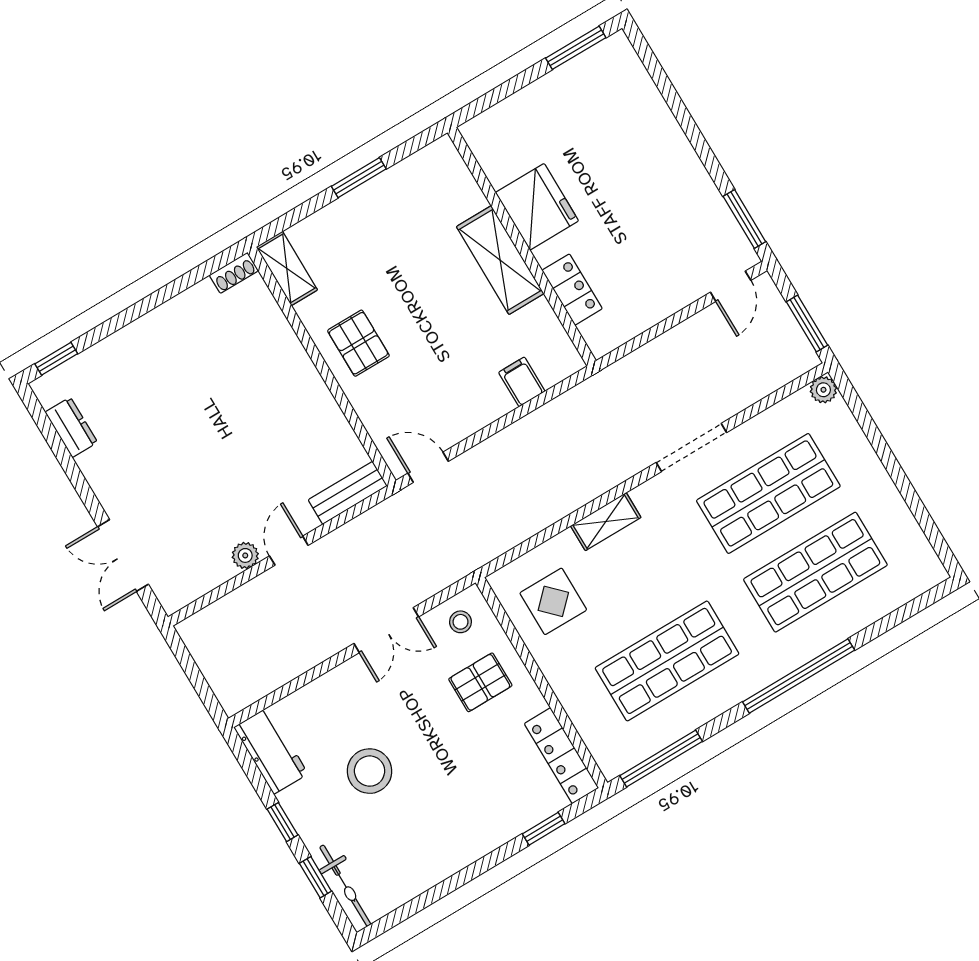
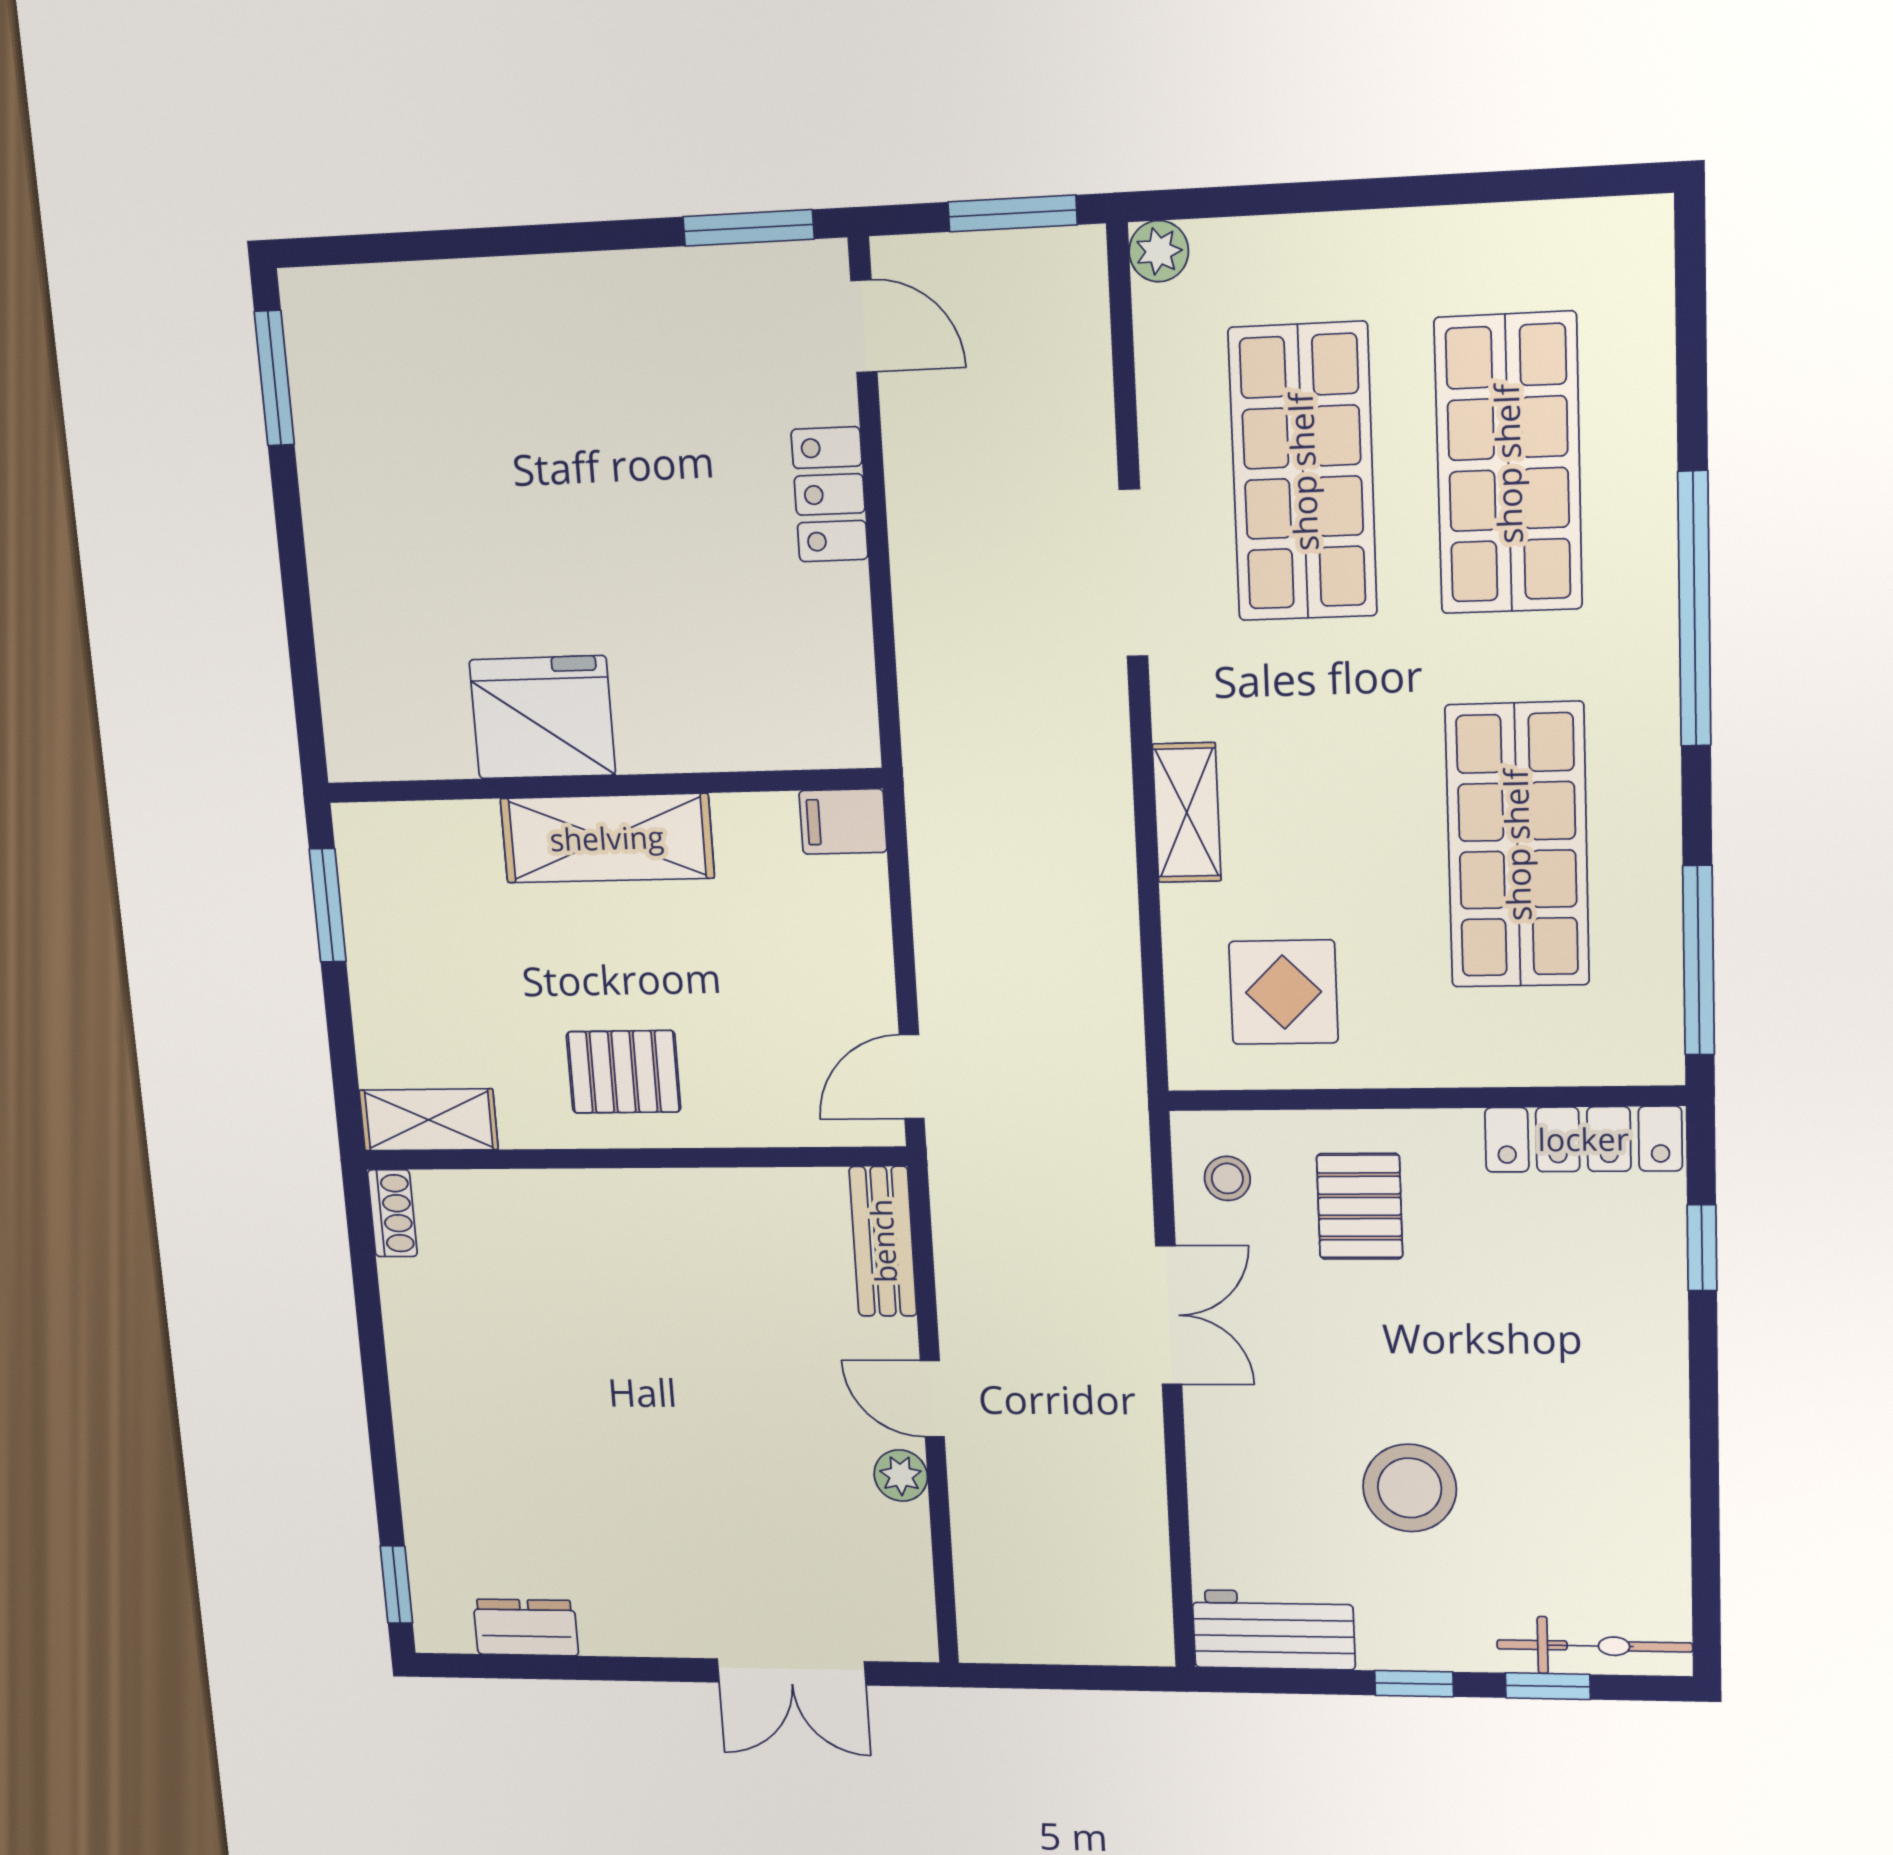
fridge: (537, 207) -> (542, 717), moved
wall: (522, 247) -> (602, 786), moved
shelving: (500, 260) -> (607, 838), moved
locker: (572, 290) -> (830, 494), moved, turned -90

